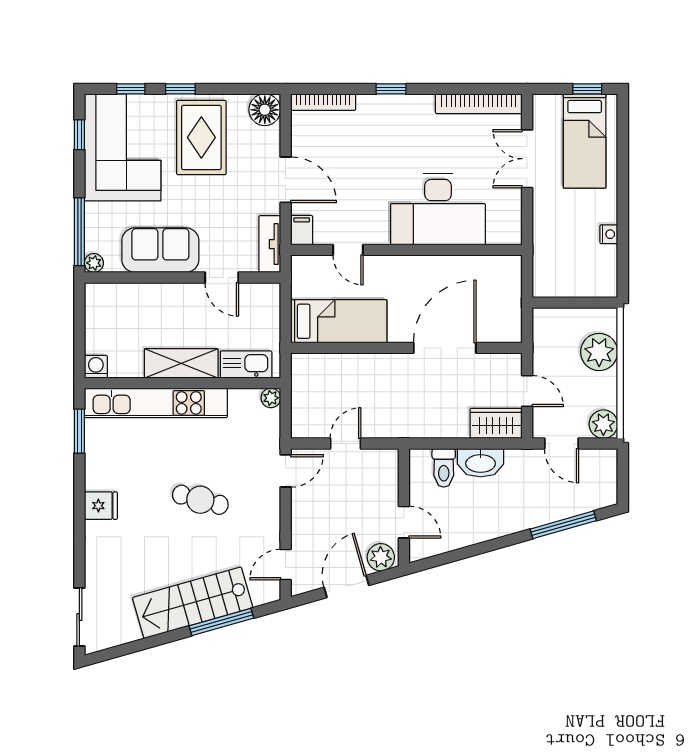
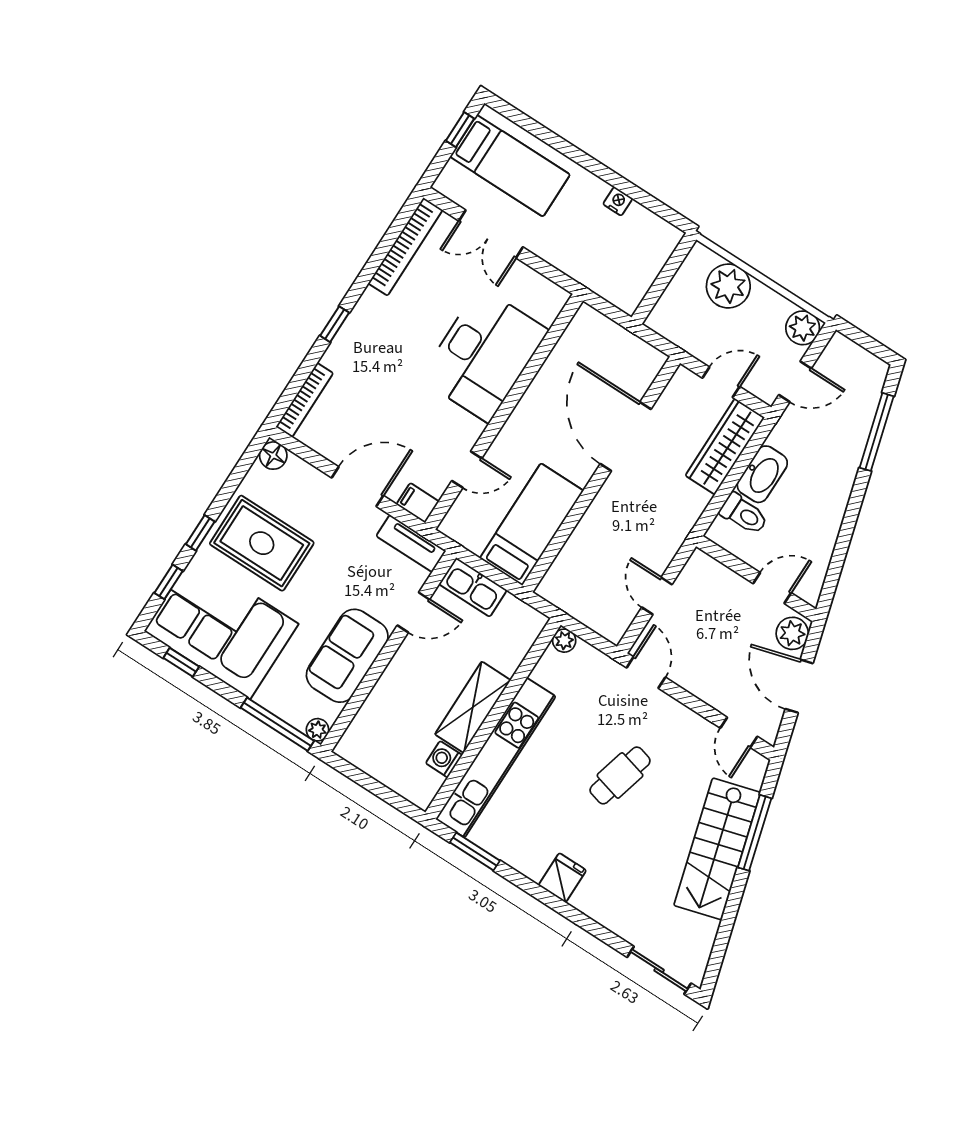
floor lamp: (265, 110) -> (273, 456), width x0.73, depth x0.73
kitchen sink: (246, 365) -> (473, 587), moved, turned -90
washing machine: (96, 367) -> (444, 759), moved
wardrobe: (496, 423) -> (725, 447), width x1.50

